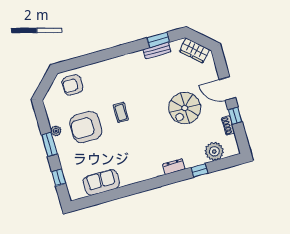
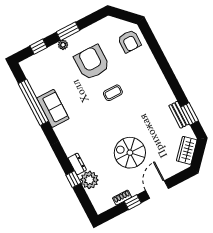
armchair: (73, 85) -> (129, 41), turned 180
plant: (56, 131) -> (63, 45), moved
plant: (214, 151) -> (89, 180), moved
dresser: (174, 167) -> (77, 164), moved
sofa: (101, 182) -> (53, 108), moved
window: (114, 194) -> (33, 102), added

